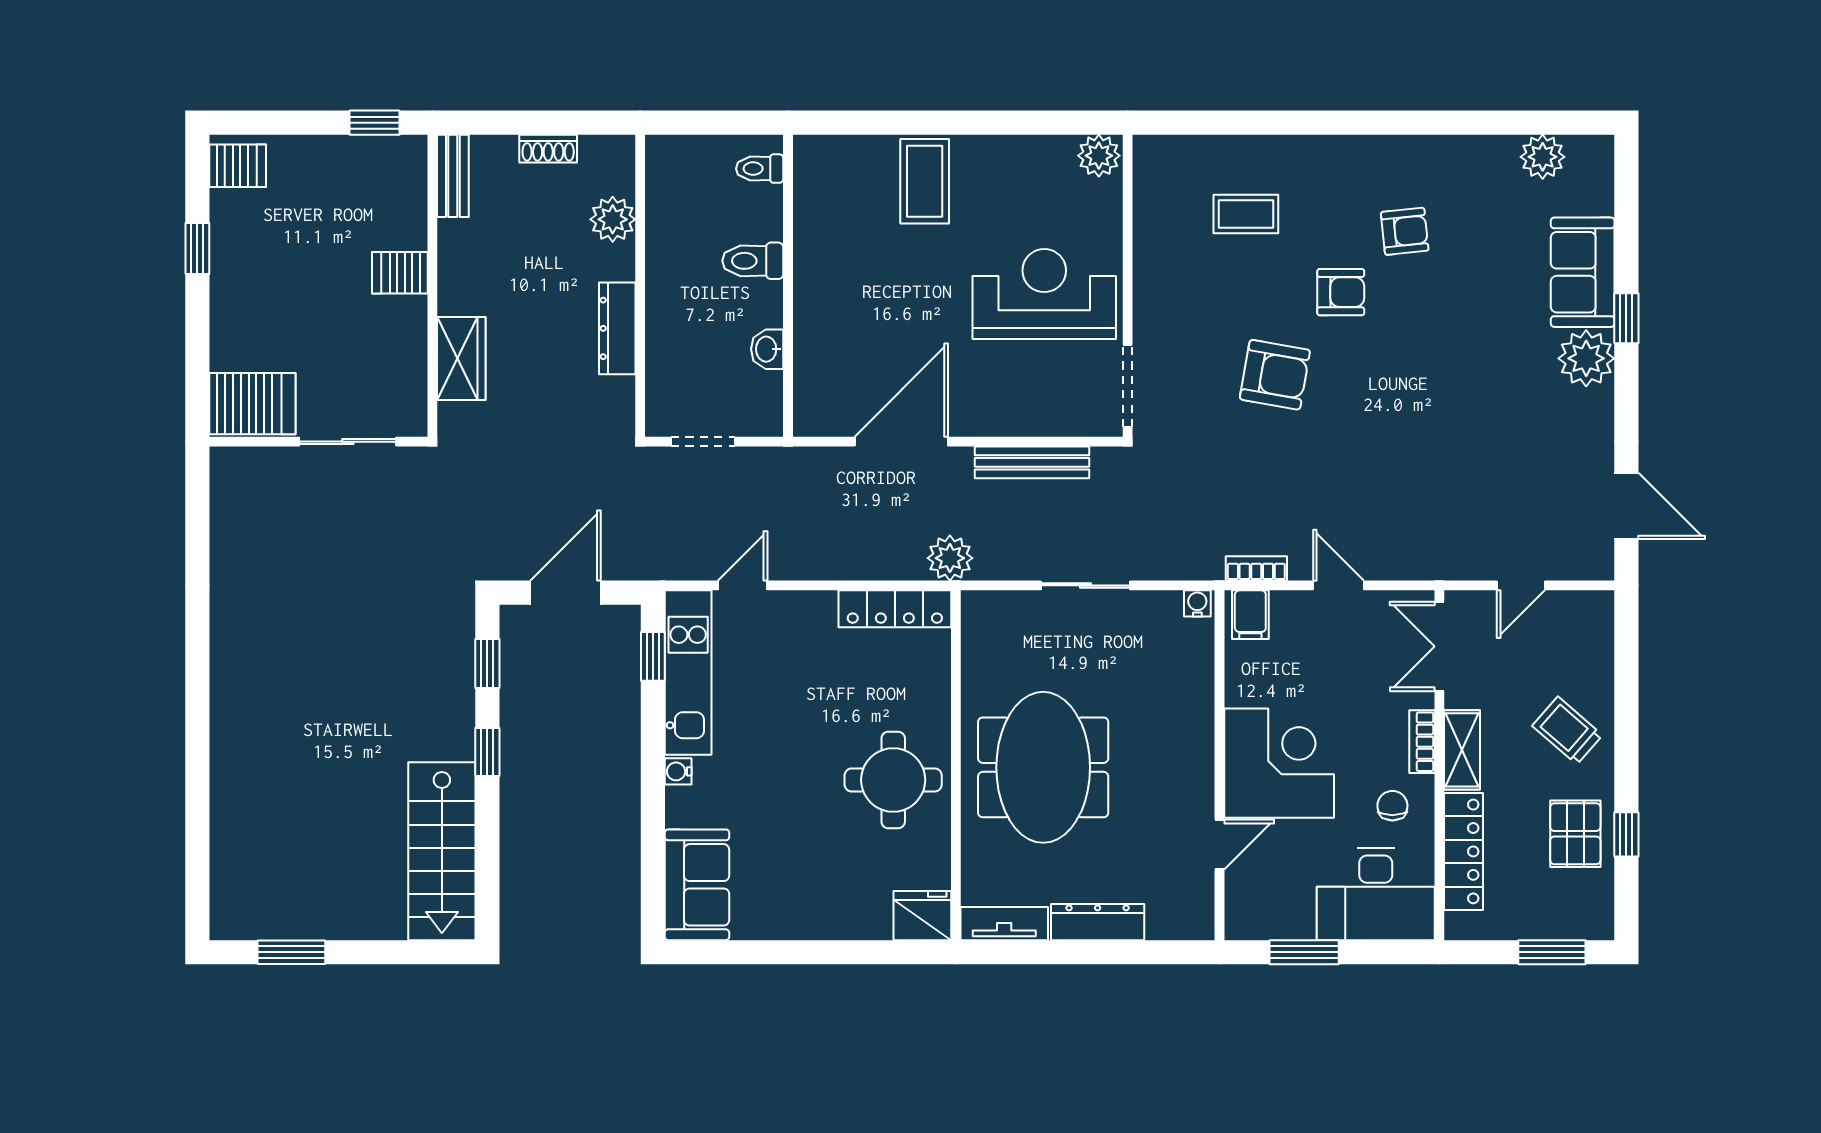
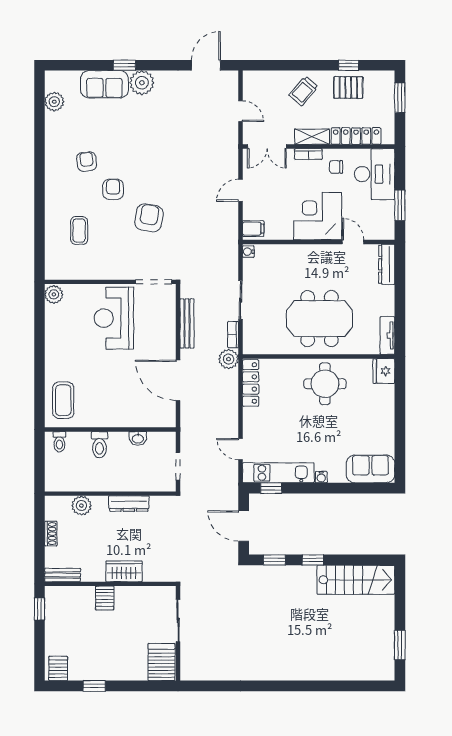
coffee table: (925, 181) -> (63, 400), moved, turned 90
wardrobe: (461, 359) -> (124, 571), moved
bookcase: (1256, 568) -> (233, 335), moved
dresser: (1098, 922) -> (387, 264), moved

